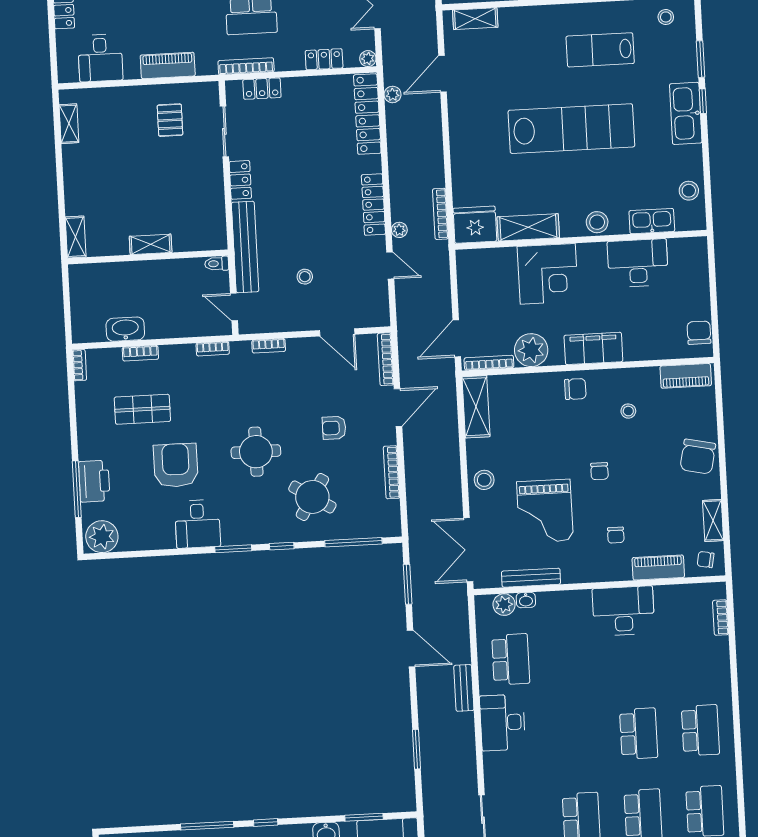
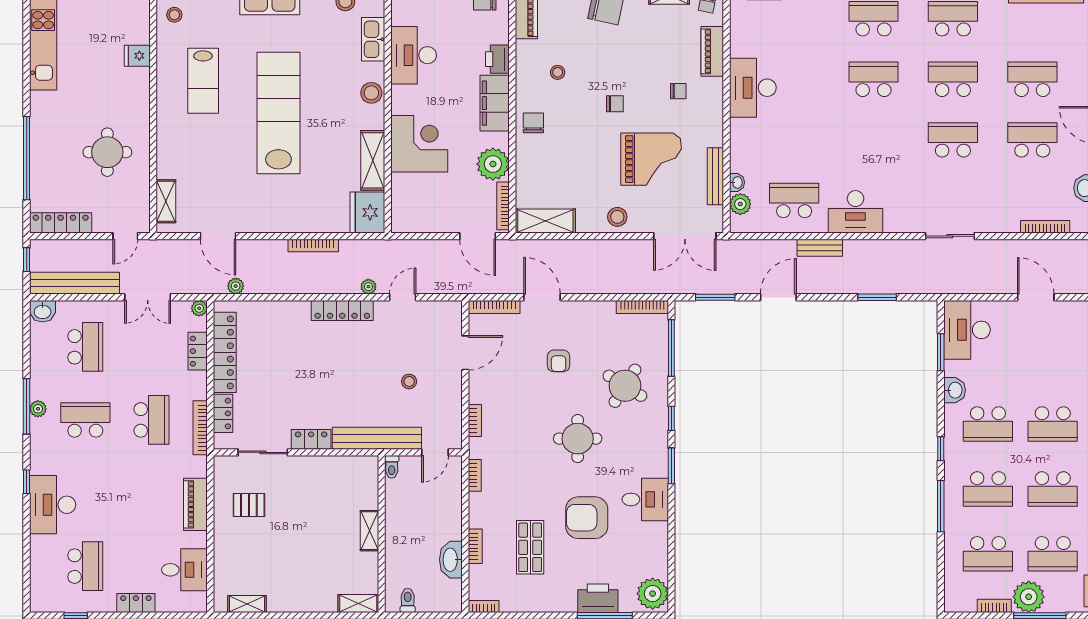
locker: (367, 114) -> (225, 352), moved, turned -90
bookcase: (440, 214) -> (313, 246), moved
toilet: (82, 287) -> (408, 600), added
printer: (638, 349) -> (497, 59), added
bookcase: (392, 472) -> (642, 307), moved

